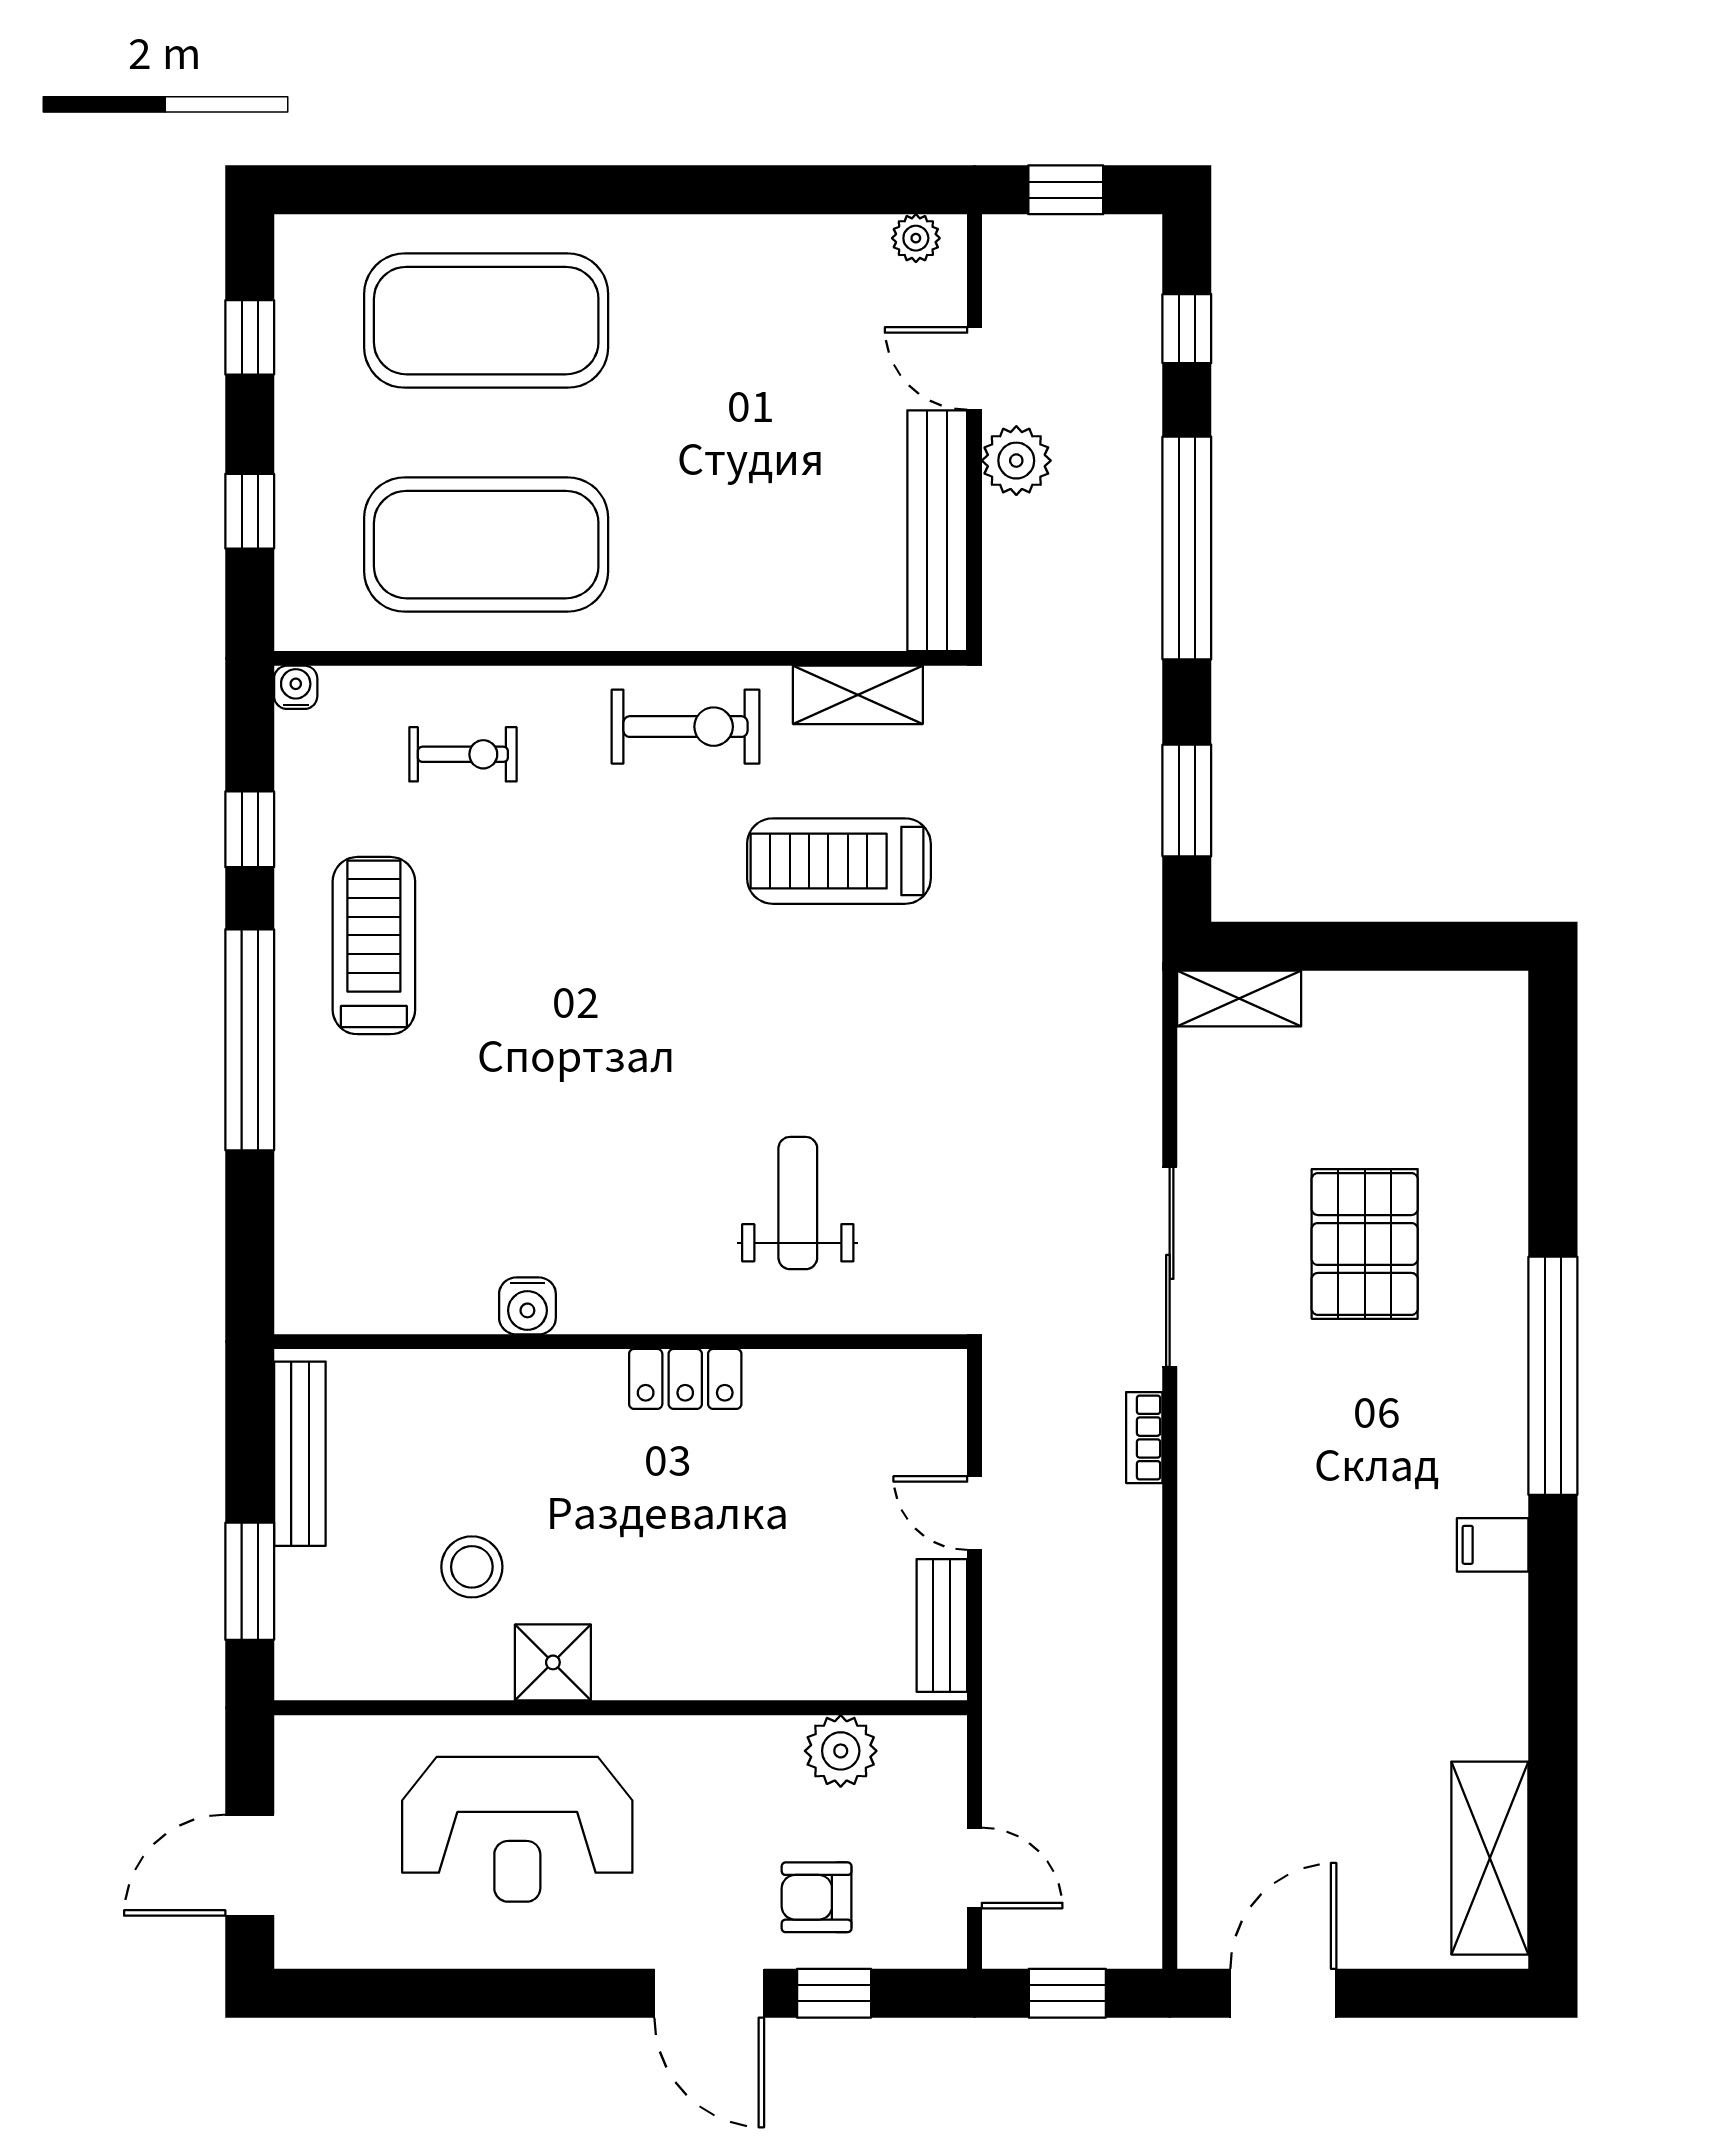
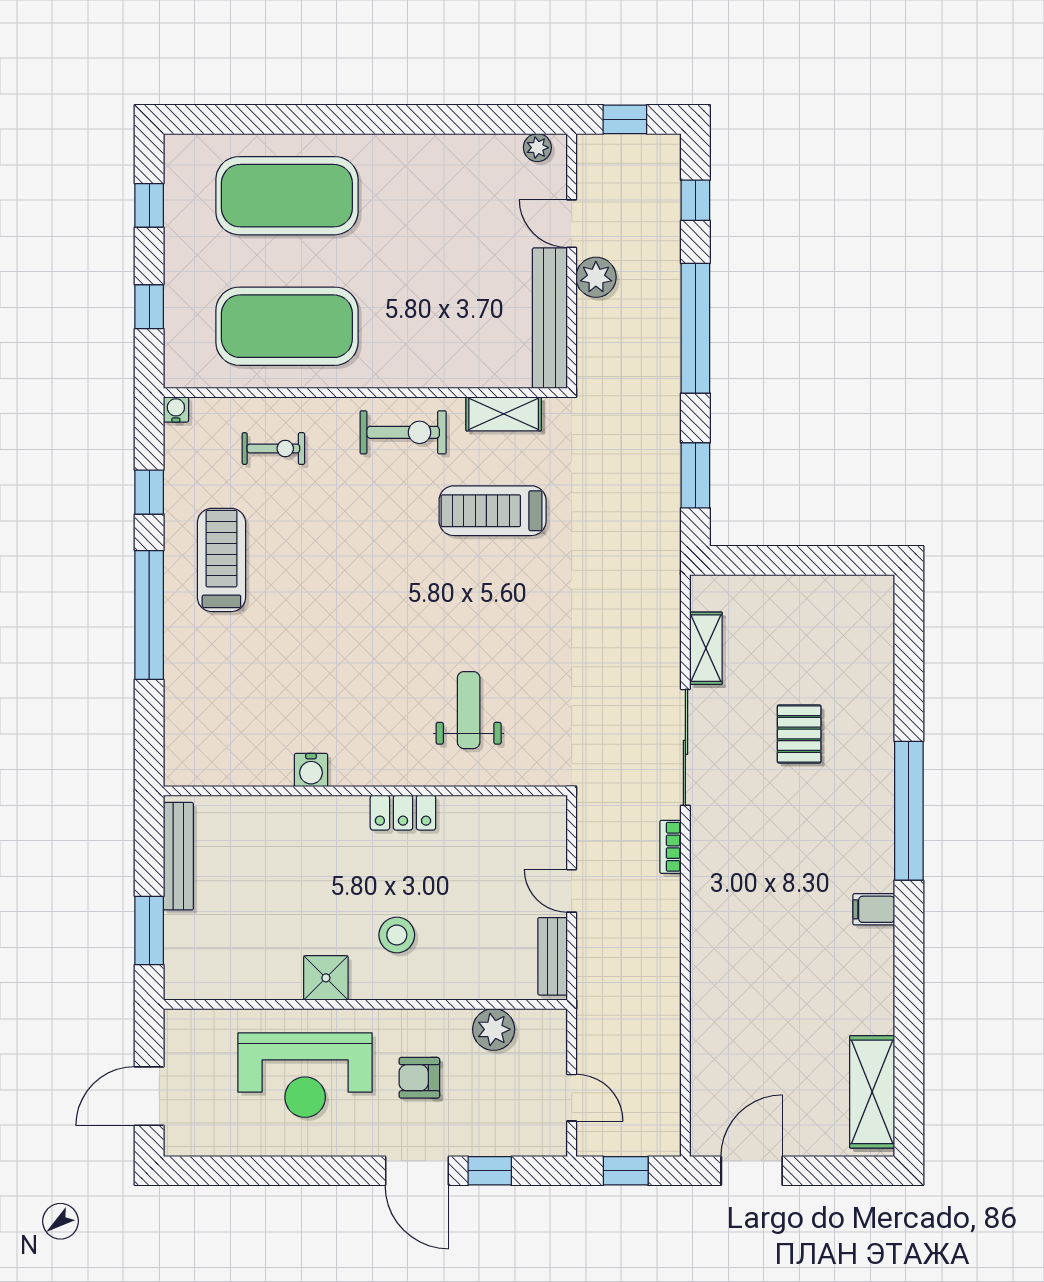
shelving: (1239, 999) -> (706, 648), moved, turned 90
pallet: (1365, 1244) -> (799, 734), width x0.67, depth x0.71
stool: (472, 1567) -> (397, 935), moved
armchair: (817, 1897) -> (419, 1078), moved

